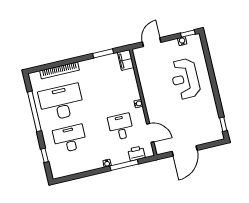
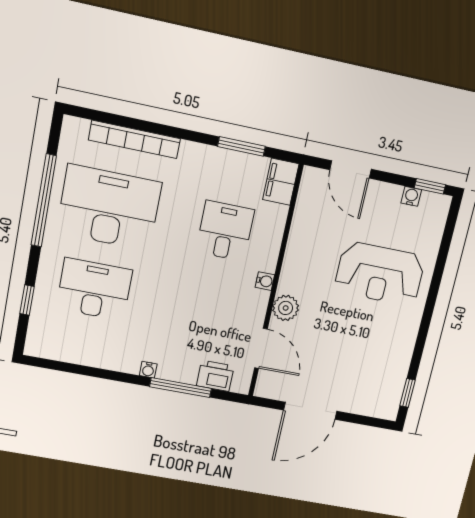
door: (152, 42) -> (350, 169), swing flipped
reception desk: (185, 79) -> (380, 274), turned -90
plant: (152, 111) -> (286, 308), added
desk: (121, 127) -> (225, 231), moved

